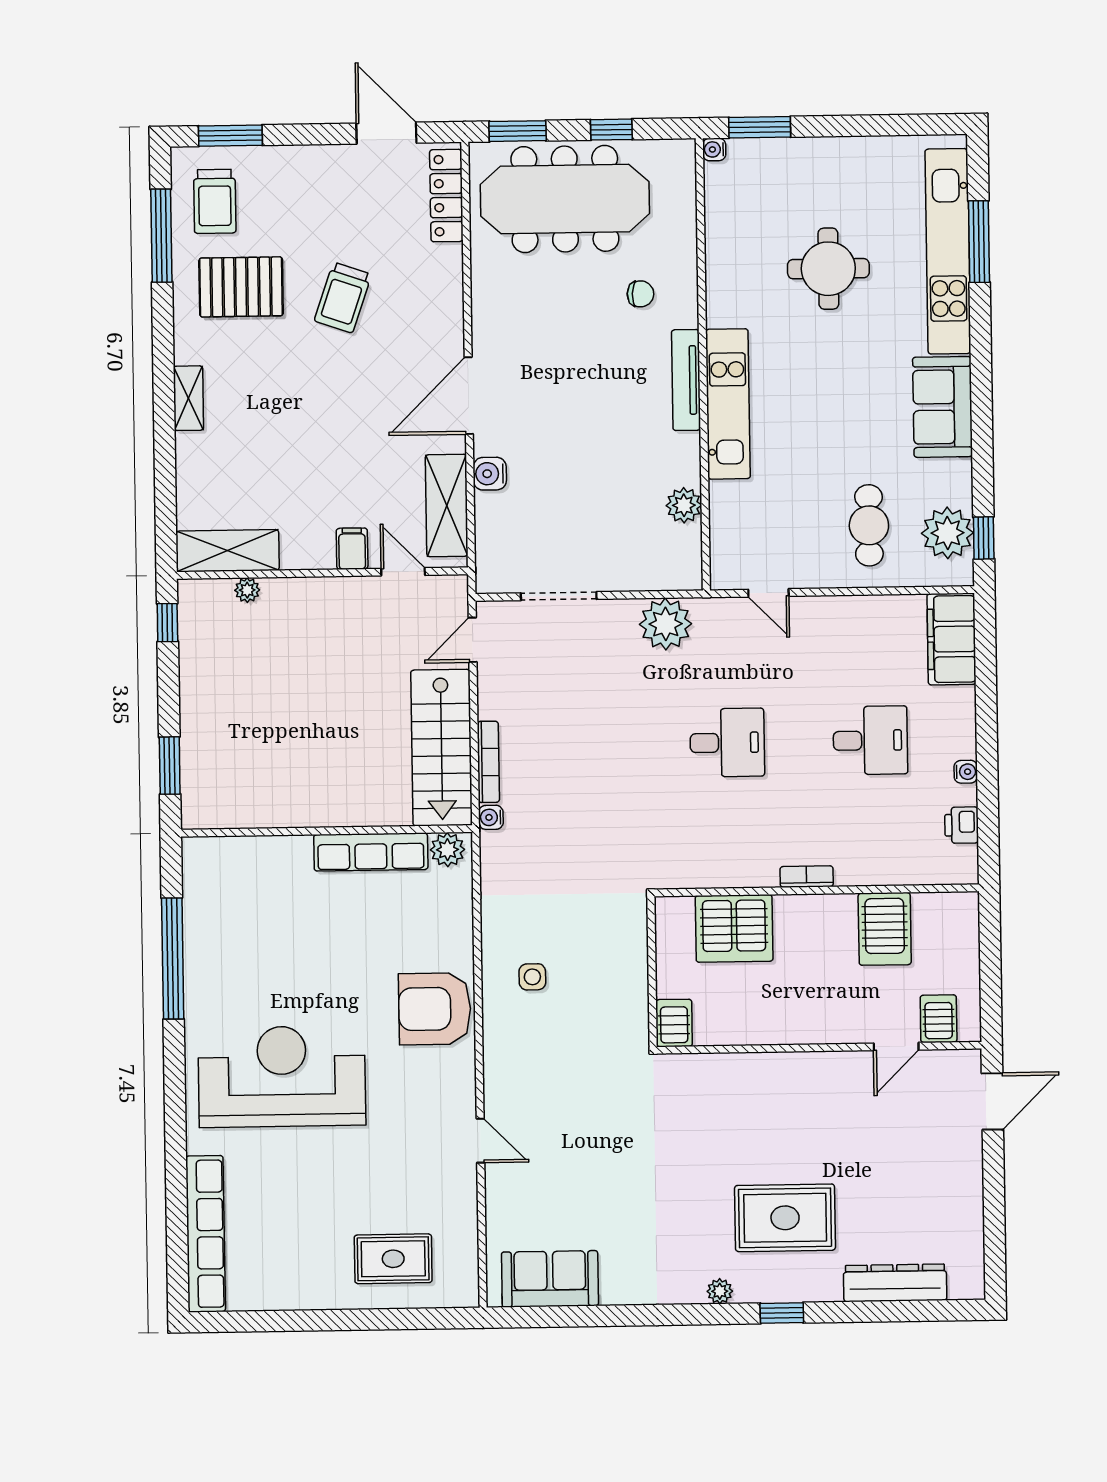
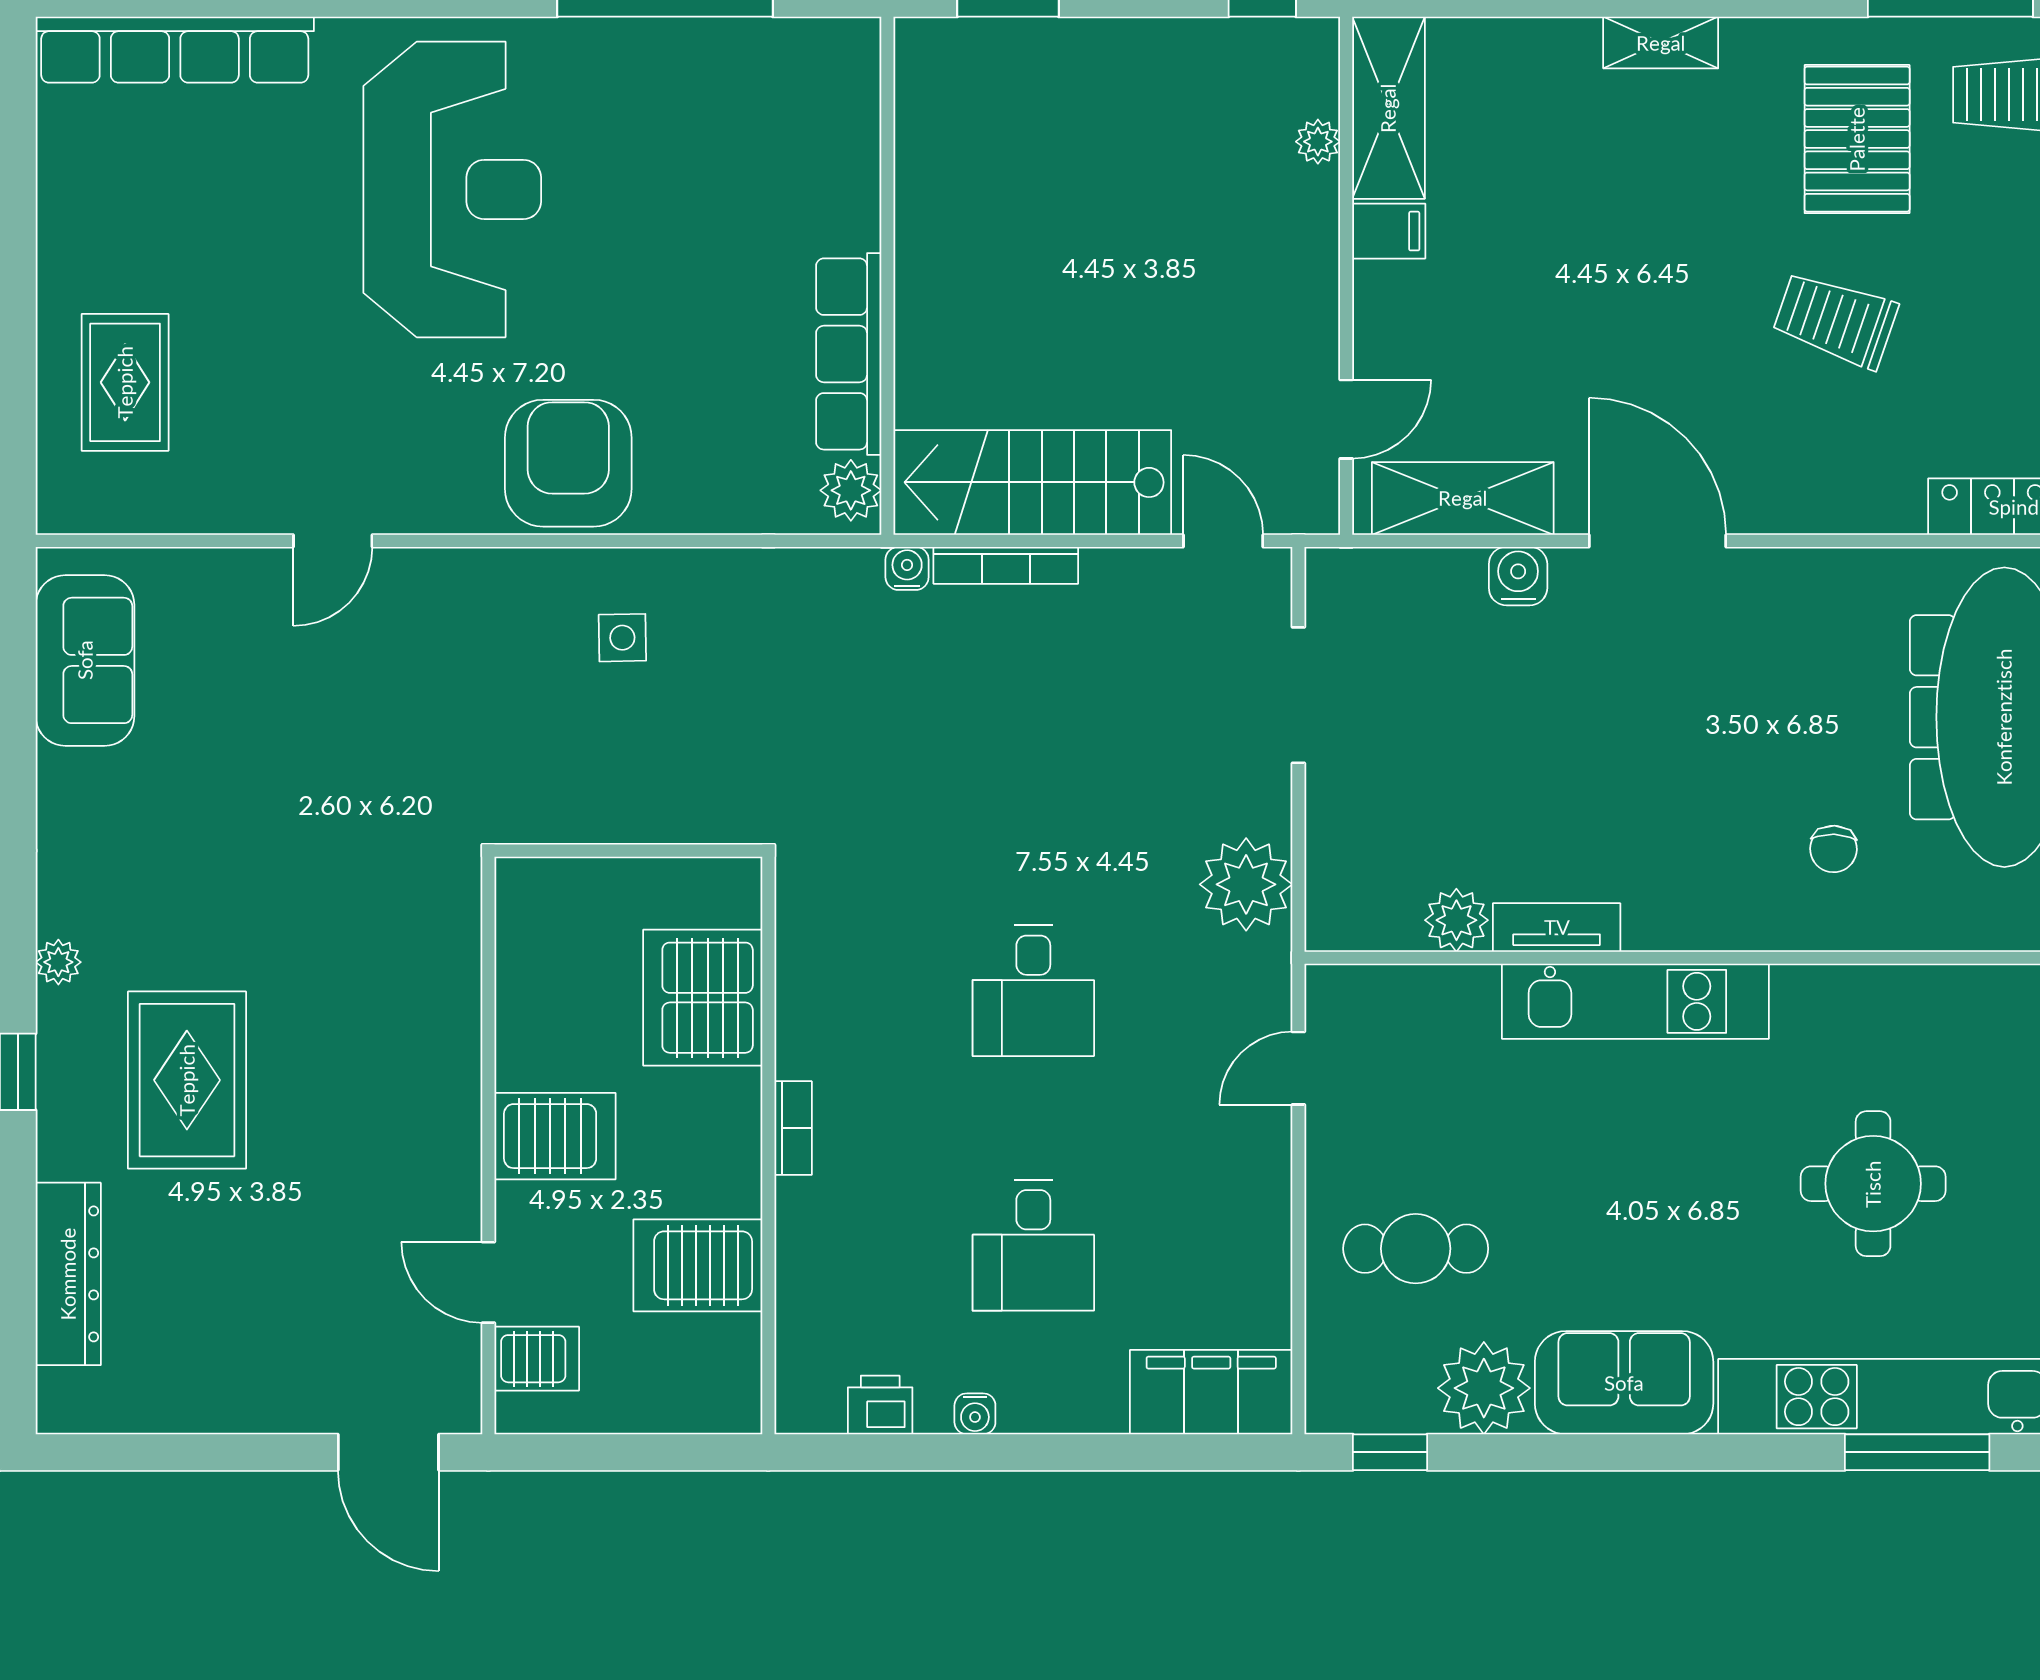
tv unit: (686, 380) -> (1557, 927), moved, width x0.71
plant: (947, 533) -> (1484, 1388), moved
filing cabinet: (352, 549) -> (1389, 231), moved
server rack: (674, 1023) -> (555, 1136), moved, width x1.36, depth x1.44

